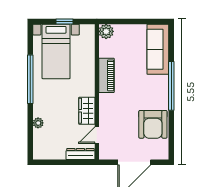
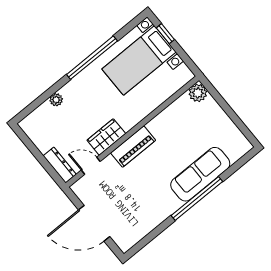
window: (65, 21) -> (165, 34), moved
sofa: (158, 49) -> (200, 174), moved
piano: (106, 75) -> (133, 147), moved
armchair: (153, 124) -> (145, 211), removed

